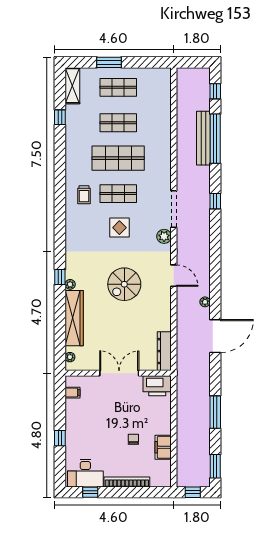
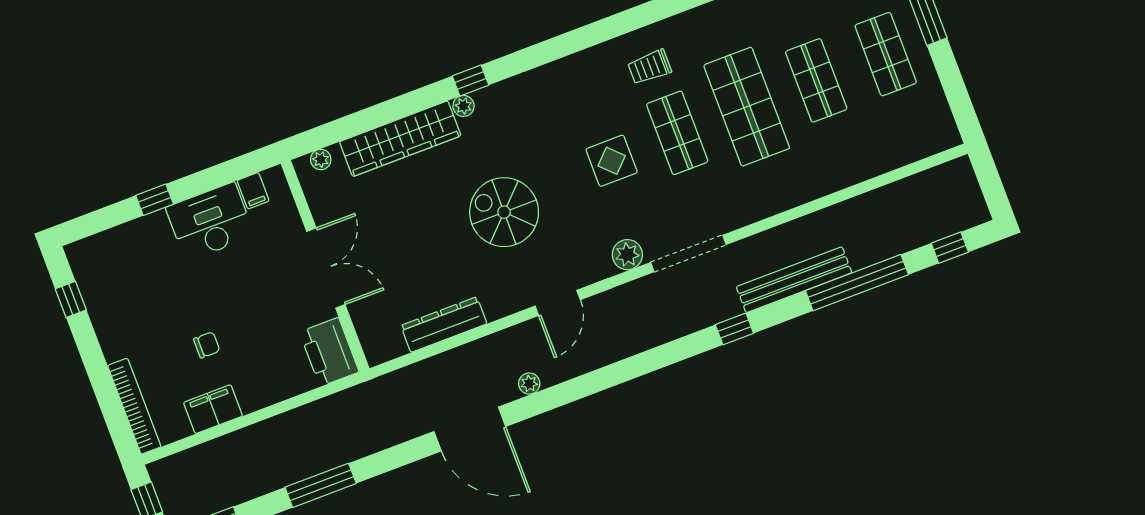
bench: (203, 138) -> (794, 280), moved
dresser: (164, 351) -> (444, 325), moved
desk: (85, 473) -> (210, 222), moved, turned 90
bookcase: (127, 482) -> (134, 406), moved

